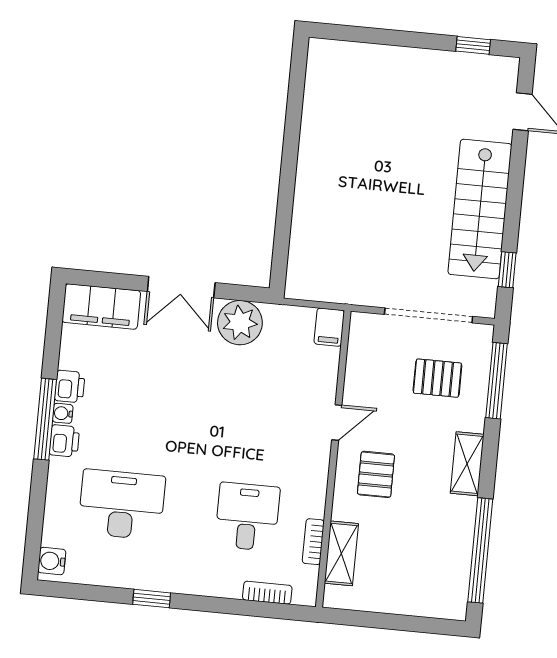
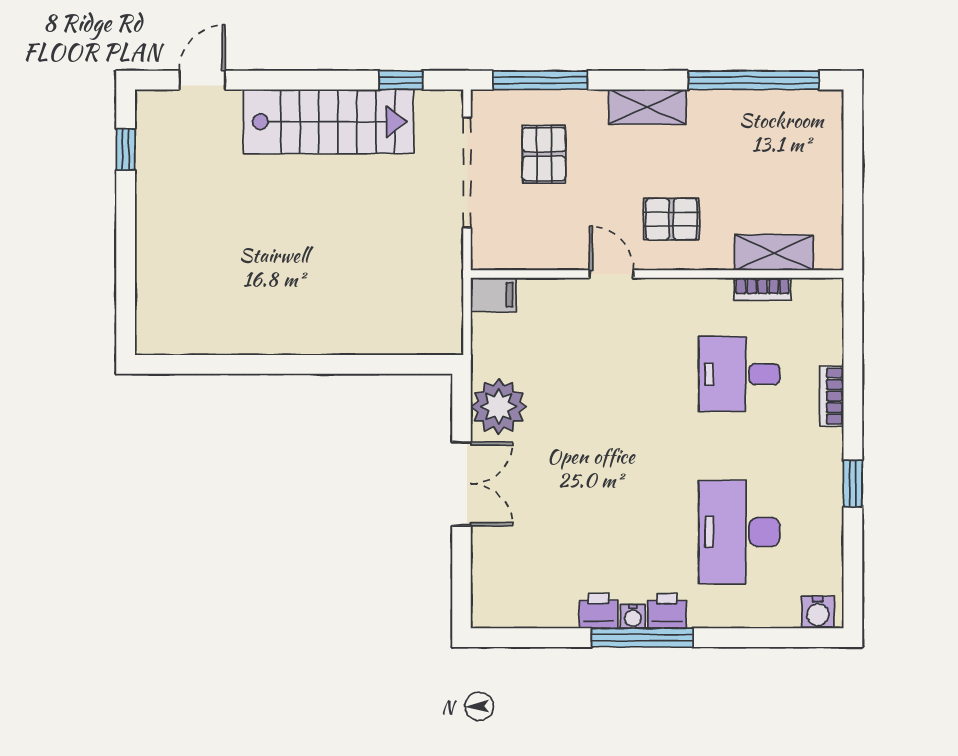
filing cabinet: (101, 306) -> (495, 581), removed
bookcase: (267, 593) -> (832, 396), moved

